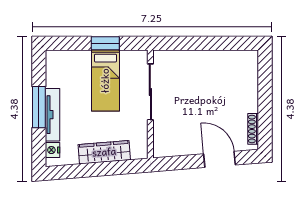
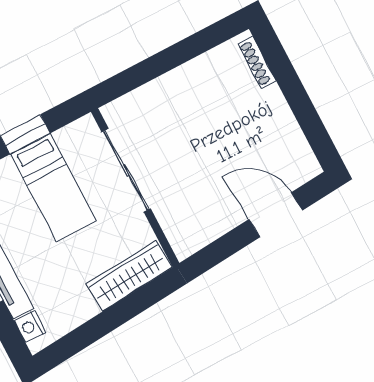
shoe rack: (253, 129) -> (257, 62), moved
wardrobe: (104, 152) -> (129, 276), moved

